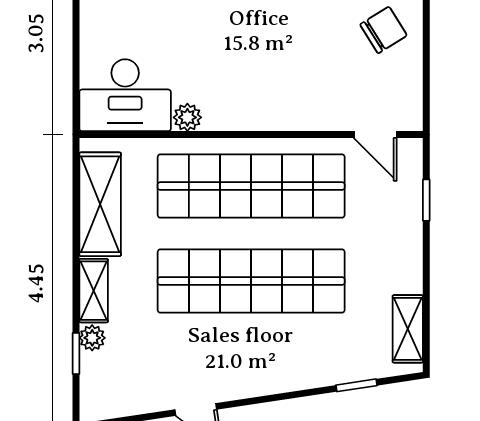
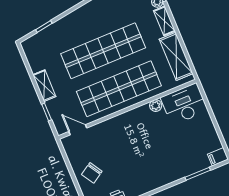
shelving: (408, 329) -> (44, 86), moved

